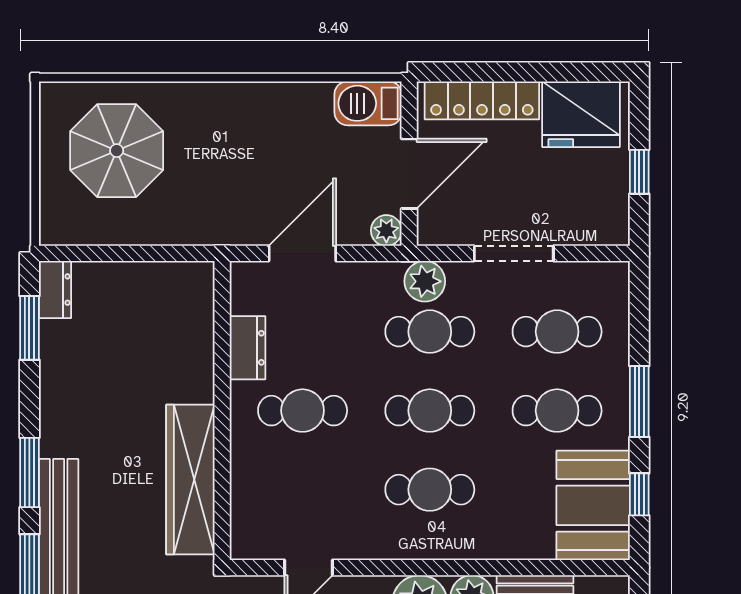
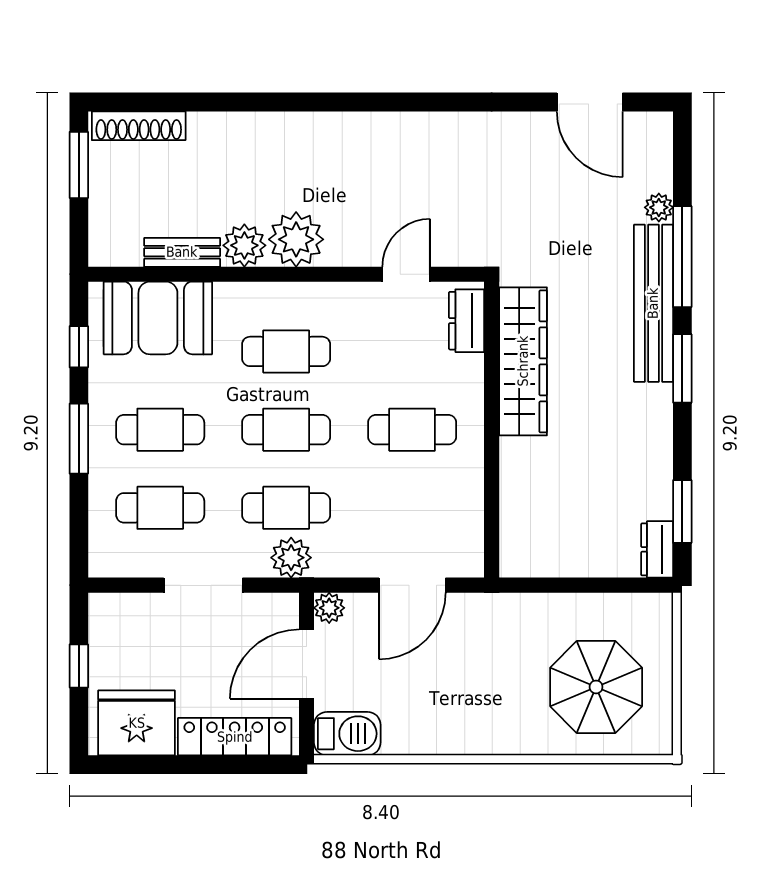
dresser: (247, 348) -> (467, 321), moved
booth: (593, 505) -> (158, 318), moved, turned 90

